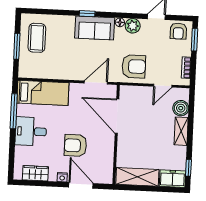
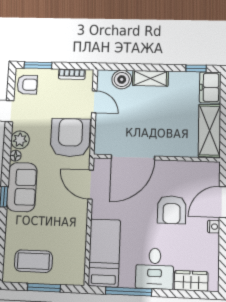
armchair: (134, 66) -> (70, 138), width x1.36, depth x1.36
wardrobe: (35, 173) -> (191, 281), moved, turned 90

